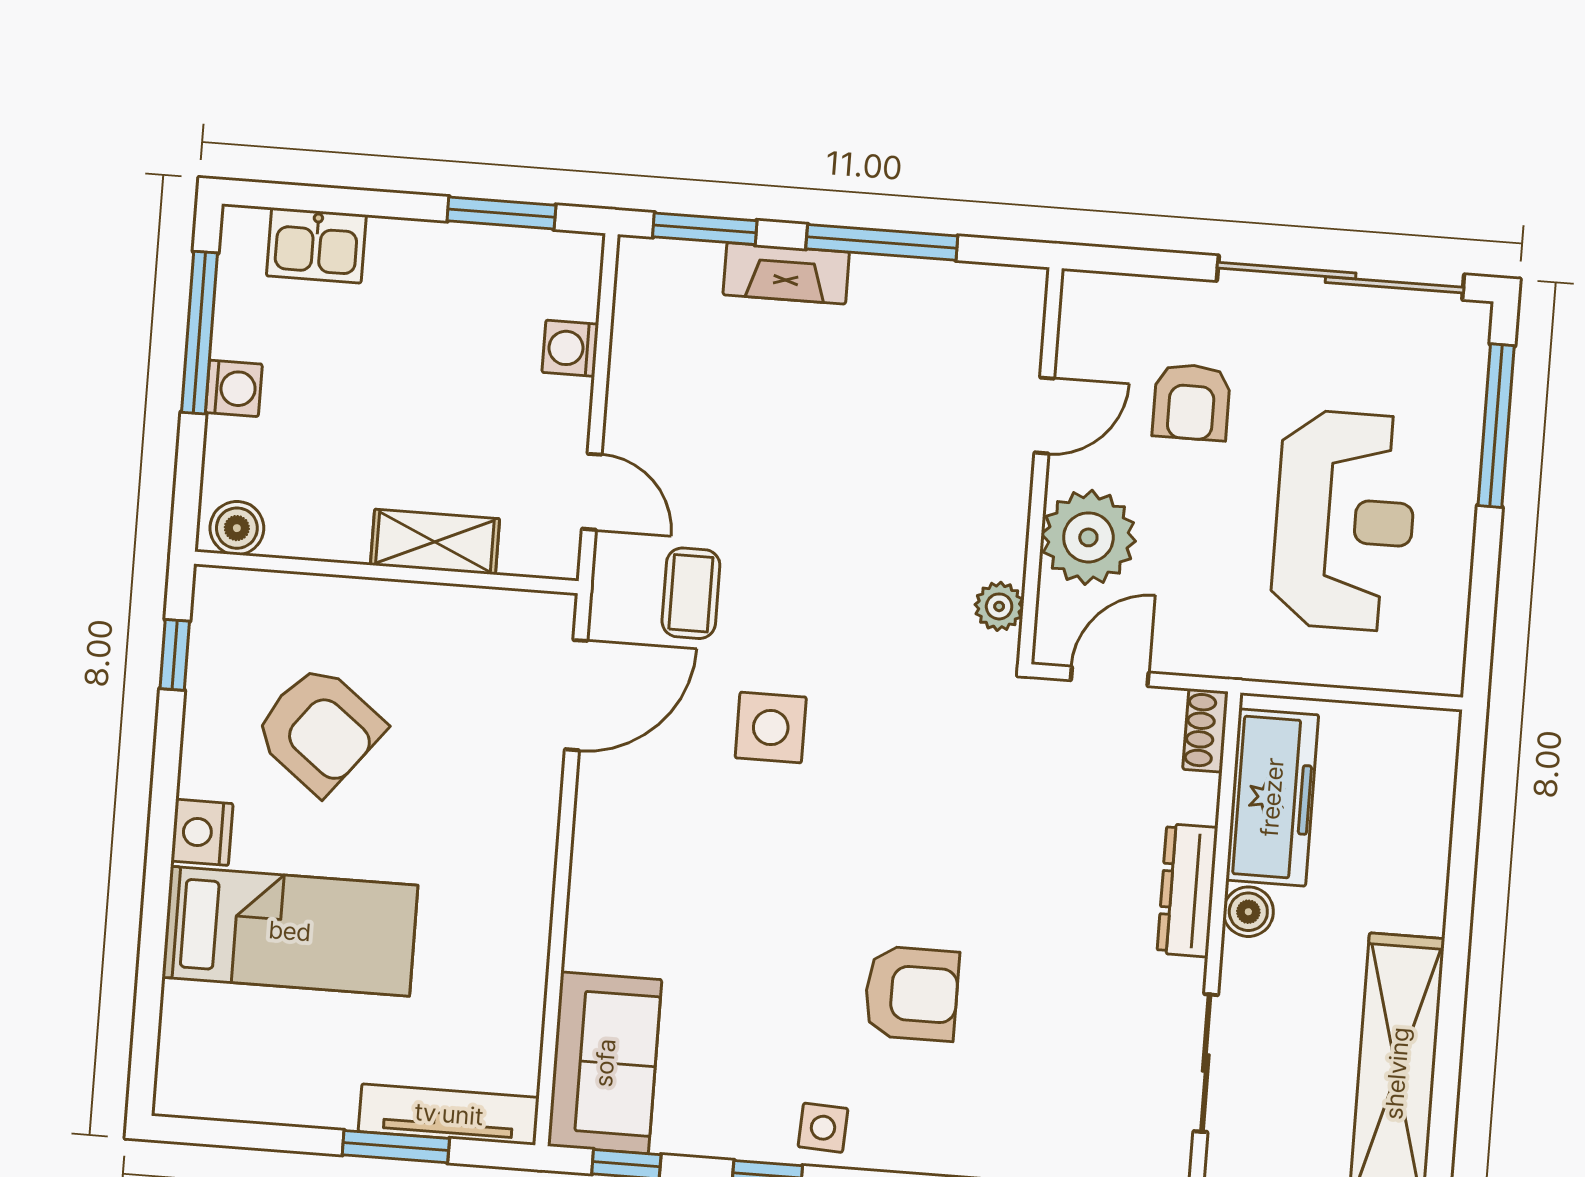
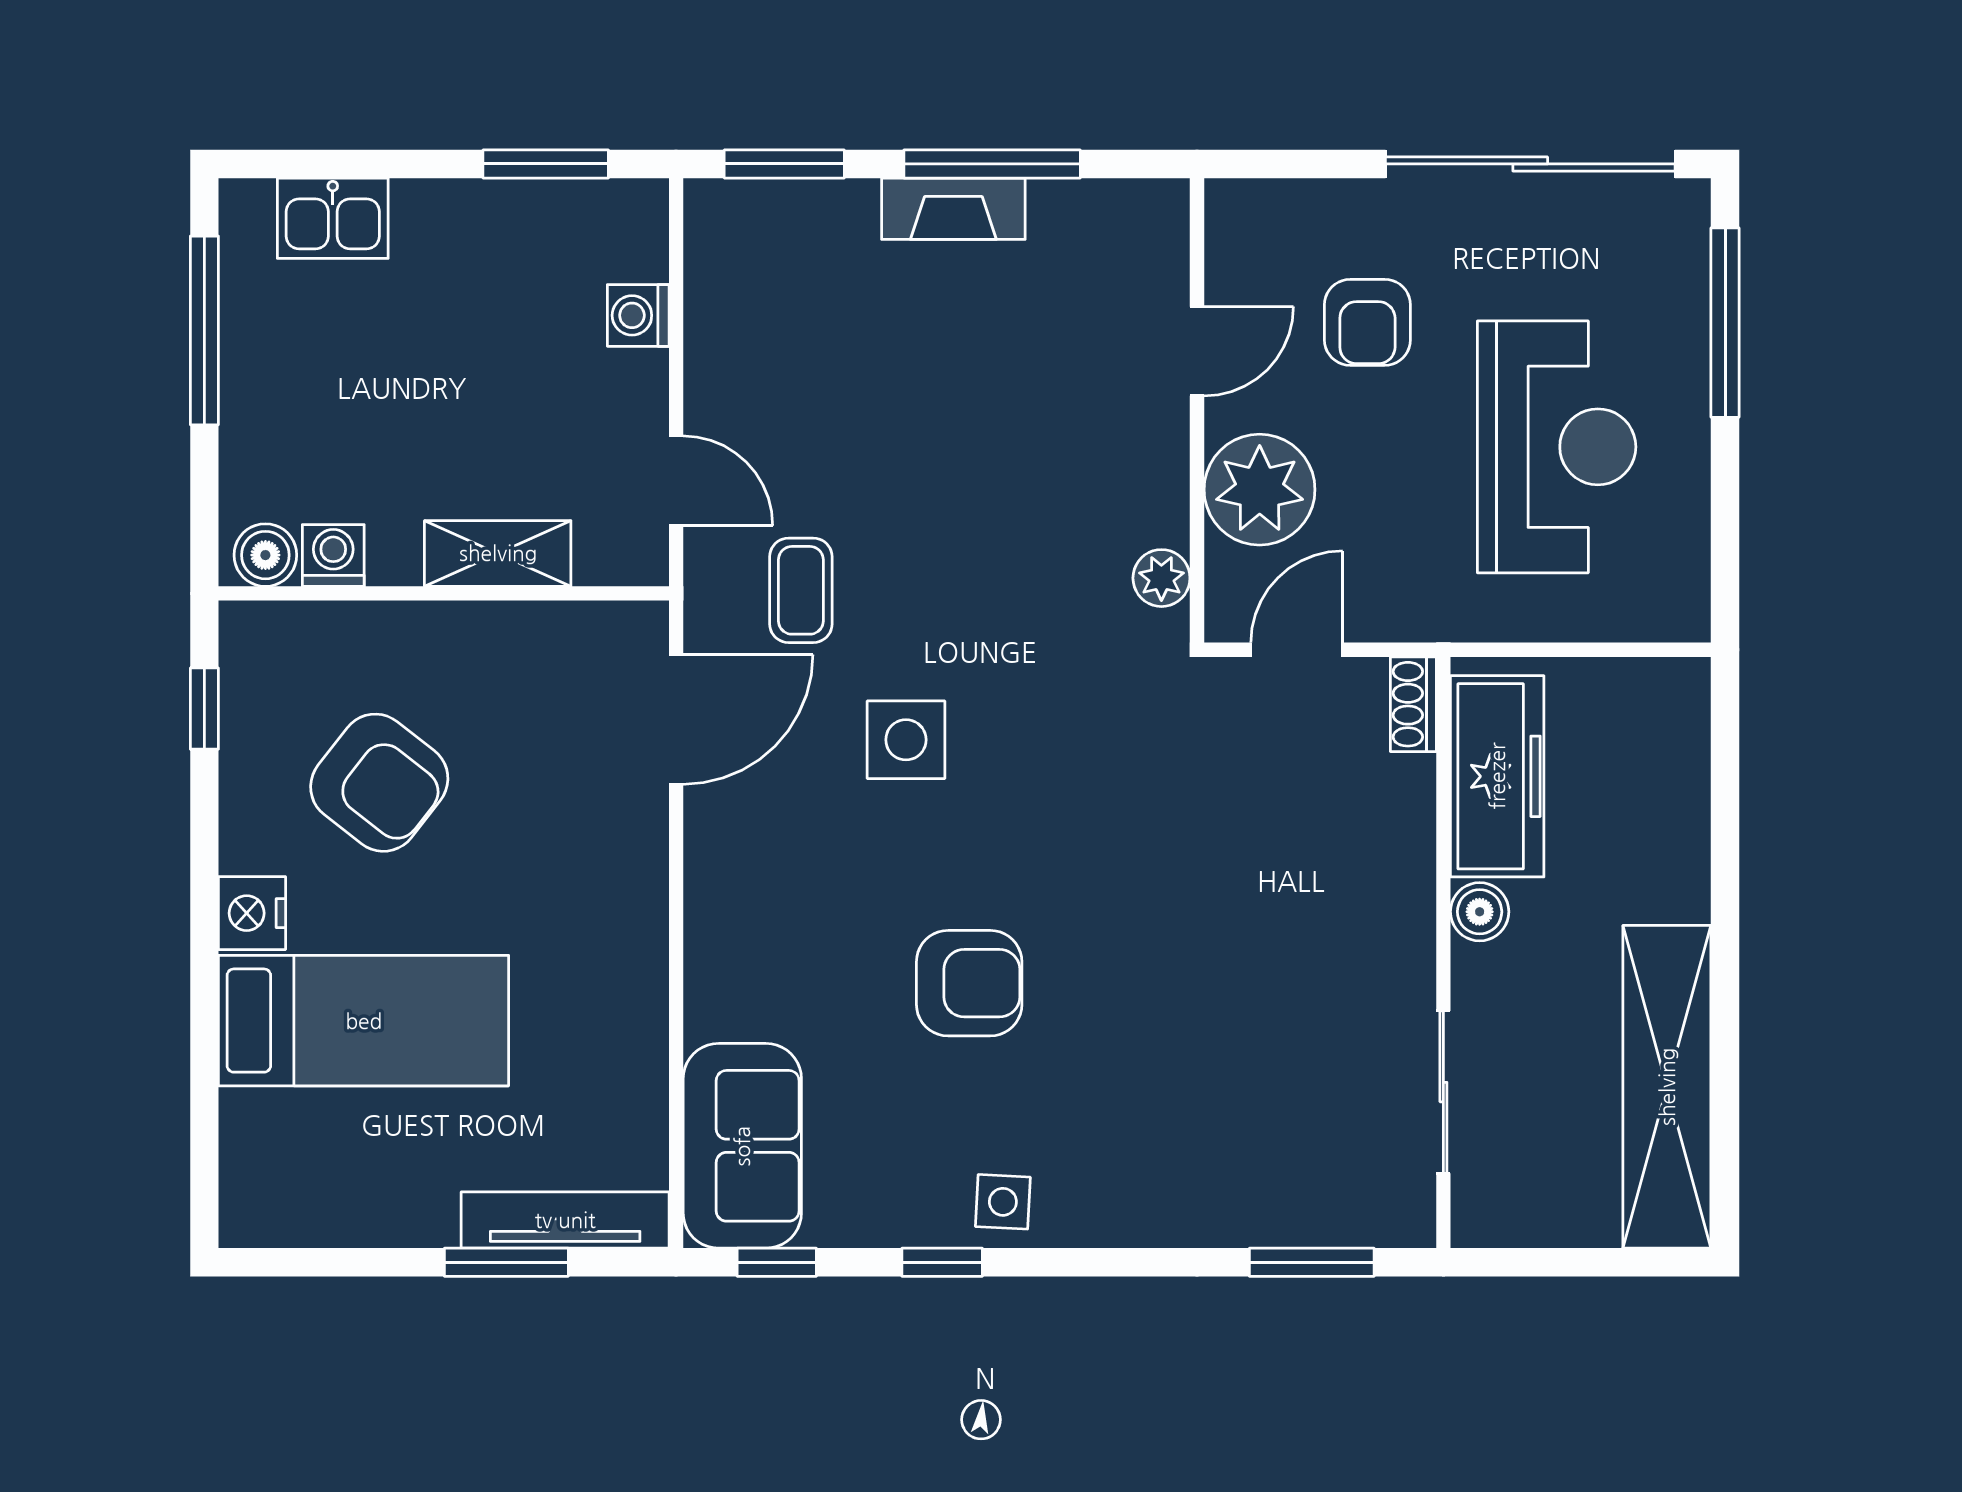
fireplace: (786, 273) -> (953, 209), moved
washing machine: (234, 388) -> (333, 555), moved, turned -90
dresser: (1187, 890) -> (1407, 892), removed
armchair: (911, 994) -> (969, 983), moved

